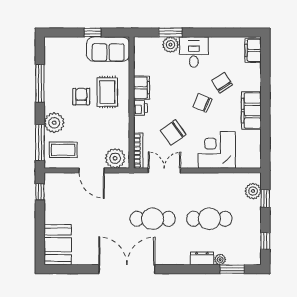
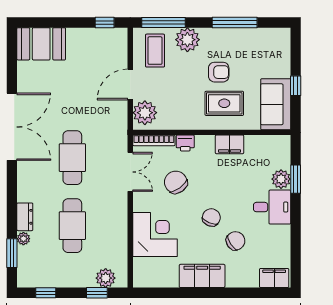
printer: (140, 108) -> (185, 143), moved

